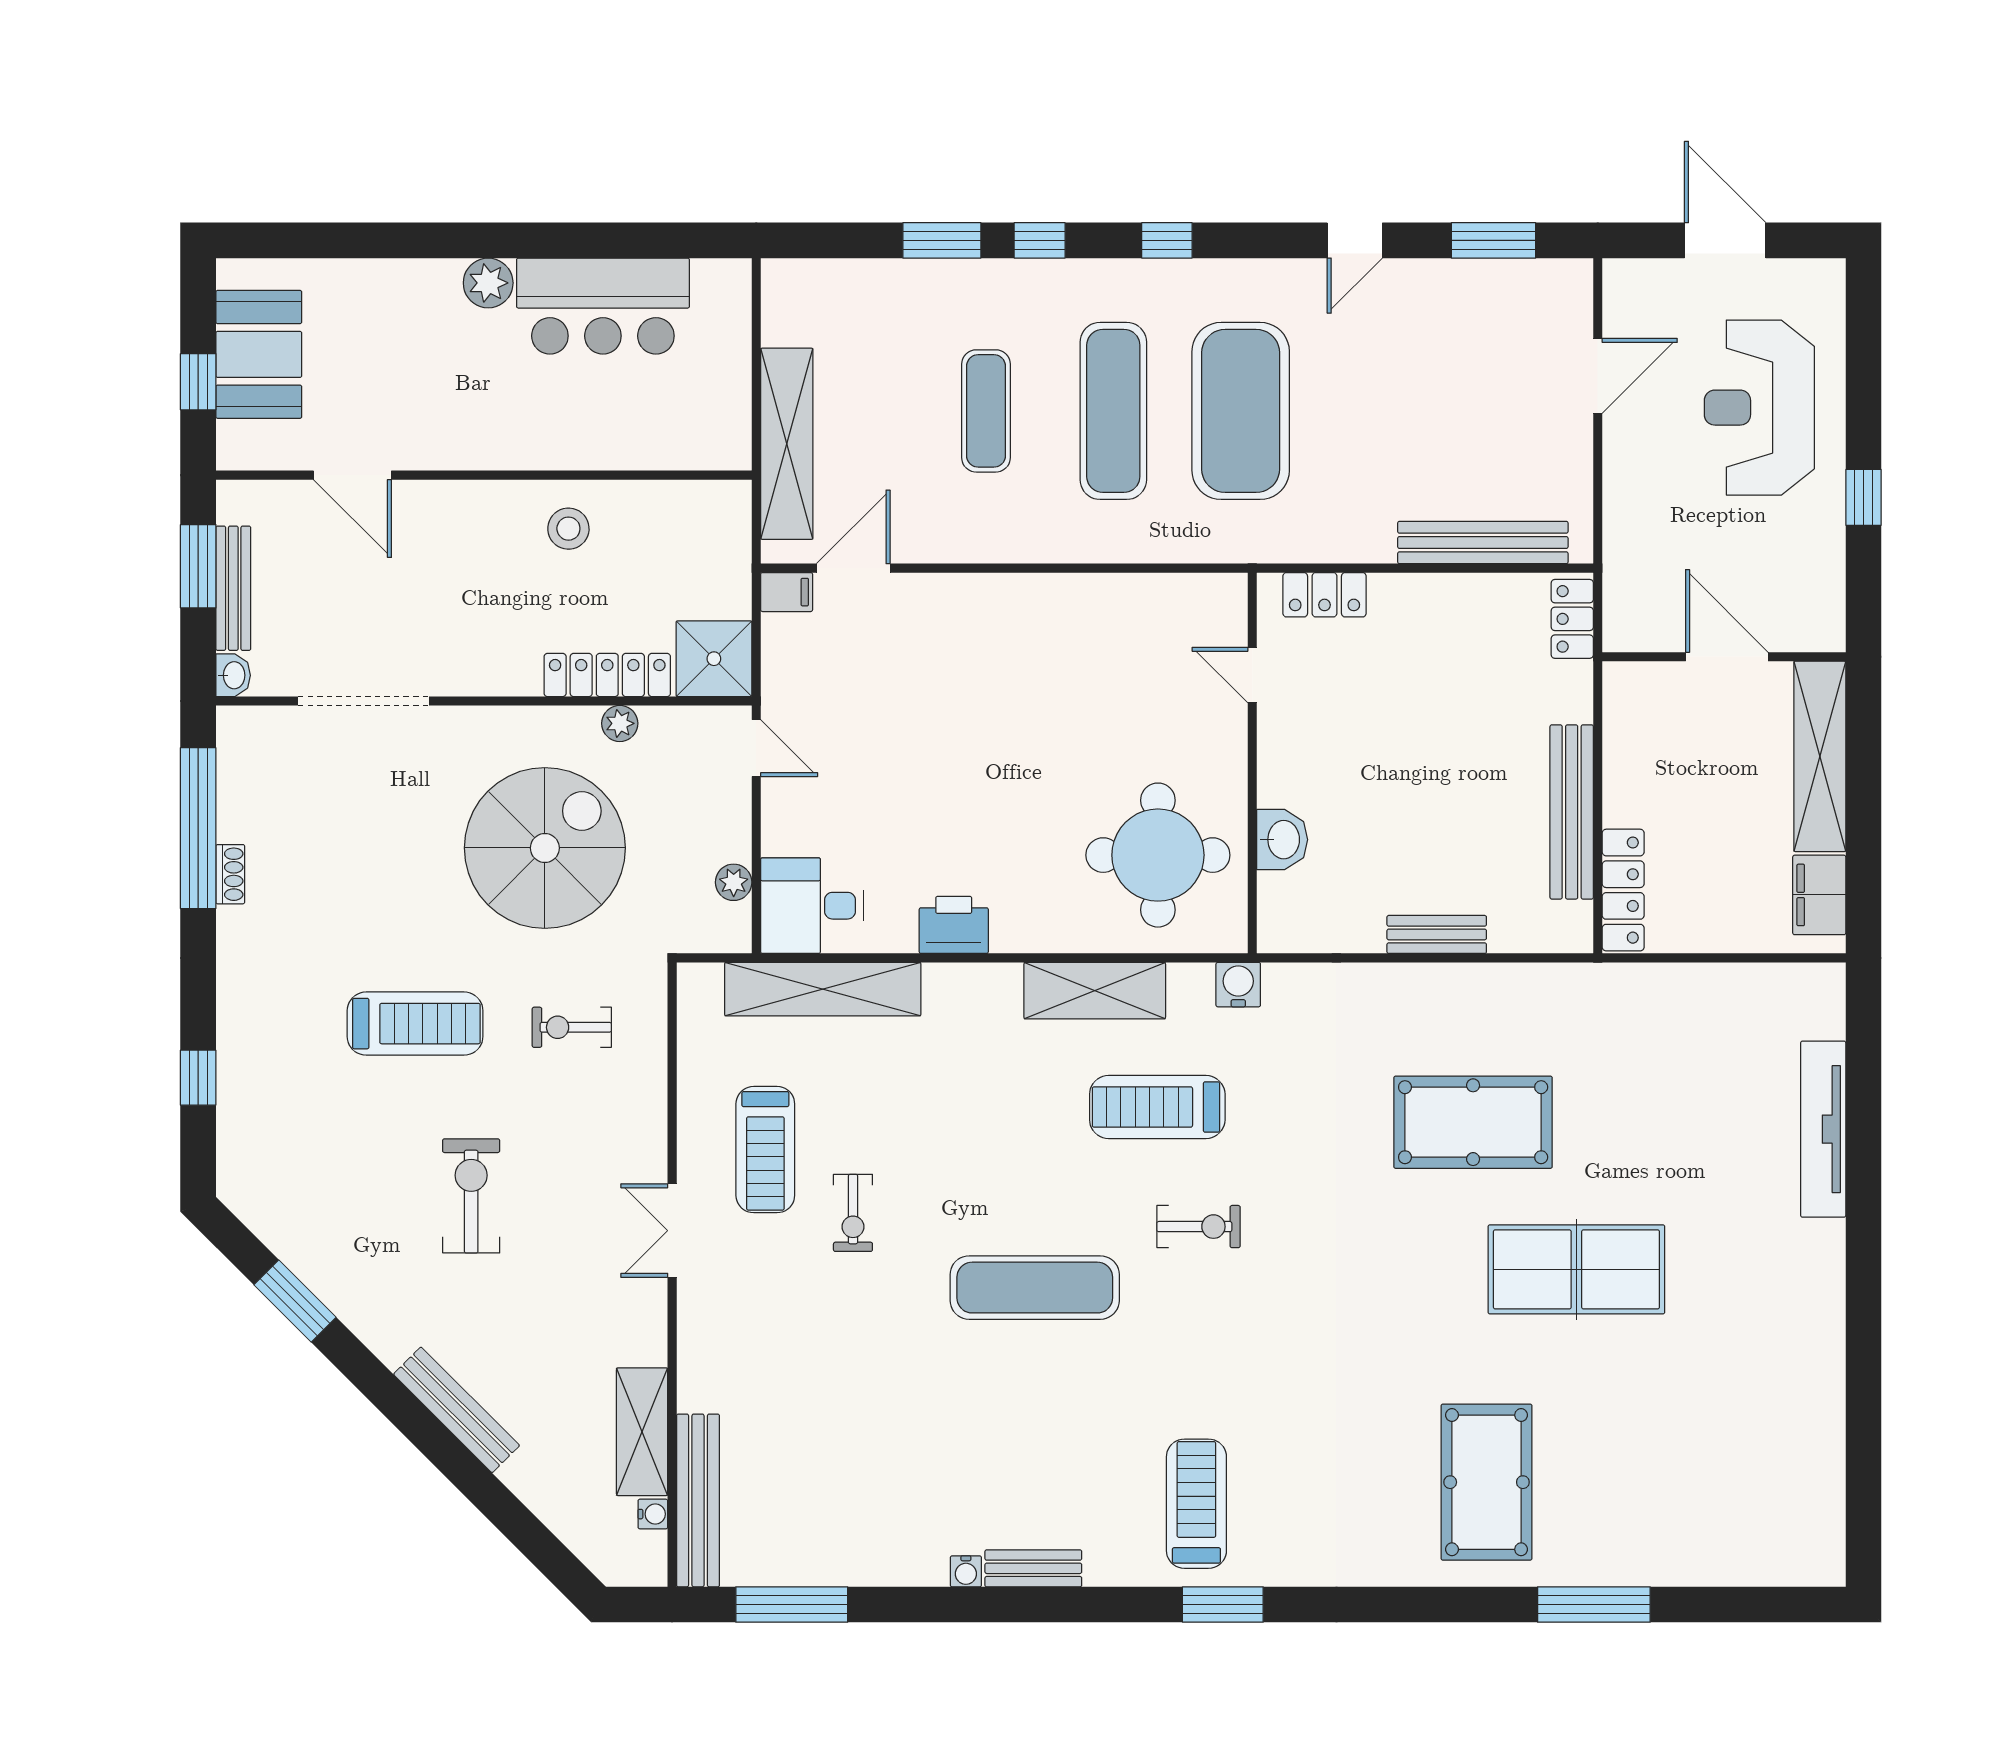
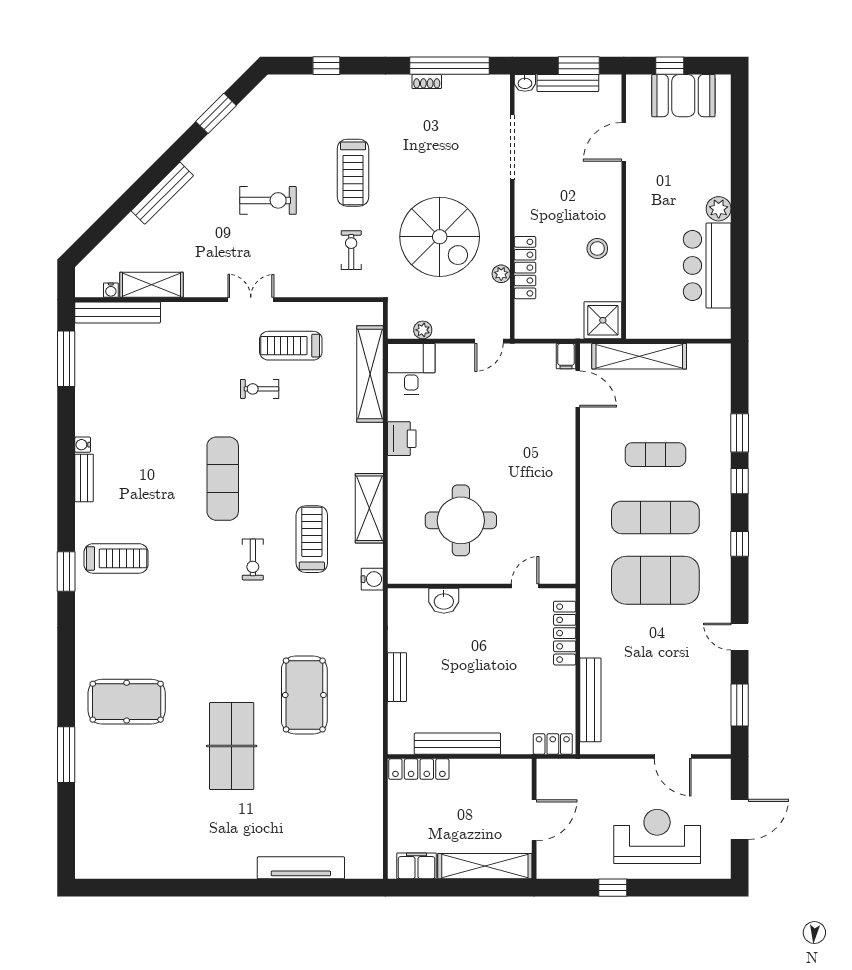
locker: (1325, 595) -> (565, 633), width x1.53
shower: (714, 659) -> (603, 320), moved
round table: (1158, 855) -> (461, 520), moved

